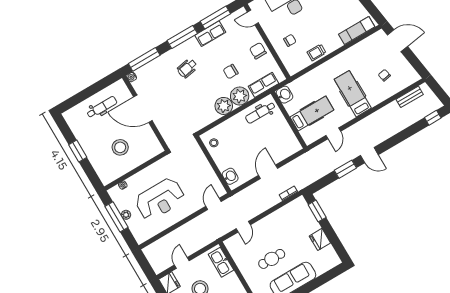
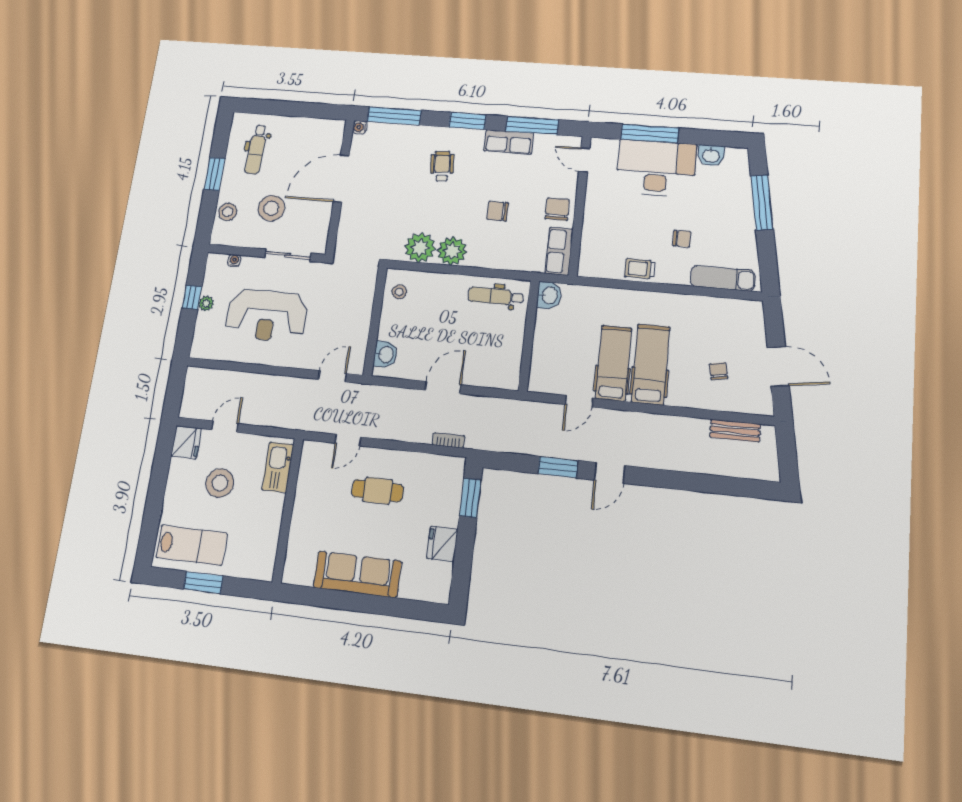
window: (182, 37) -> (467, 121), width x0.69
chair: (290, 40) -> (682, 239), moved
door: (397, 41) -> (778, 366), moved
wheelchair: (187, 68) -> (442, 166), turned 95
row of seats: (263, 85) -> (559, 251), moved, turned -90
plant: (240, 96) -> (420, 248), moved
dental chair: (102, 107) -> (256, 149), moved, turned 92
door: (143, 109) -> (341, 179), hinge flipped
hospital bed: (312, 113) -> (613, 363), moved, turned -90
window: (433, 118) -> (749, 488), removed
door: (369, 155) -> (610, 473), hinge flipped
stool: (100, 164) -> (228, 212), added
sliding door: (147, 164) -> (288, 255), added
window: (117, 217) -> (192, 297), width x0.46
cafe table: (272, 259) -> (378, 491), moved

